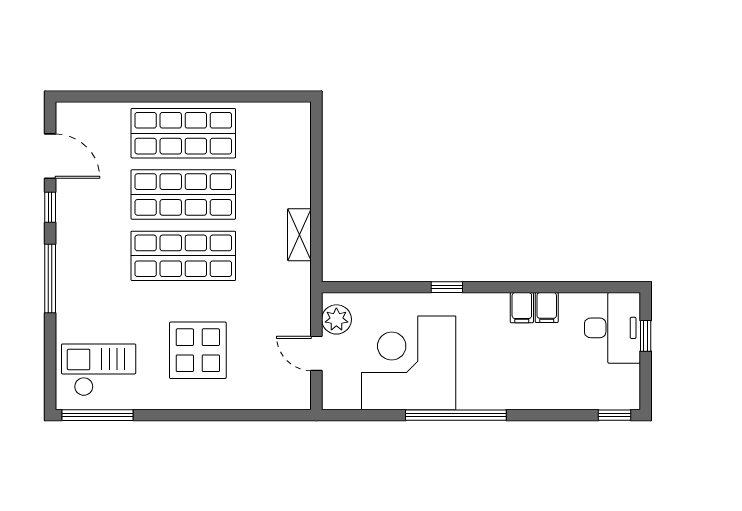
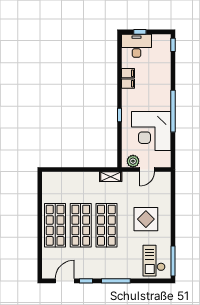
shelving: (299, 235) -> (111, 177), moved

